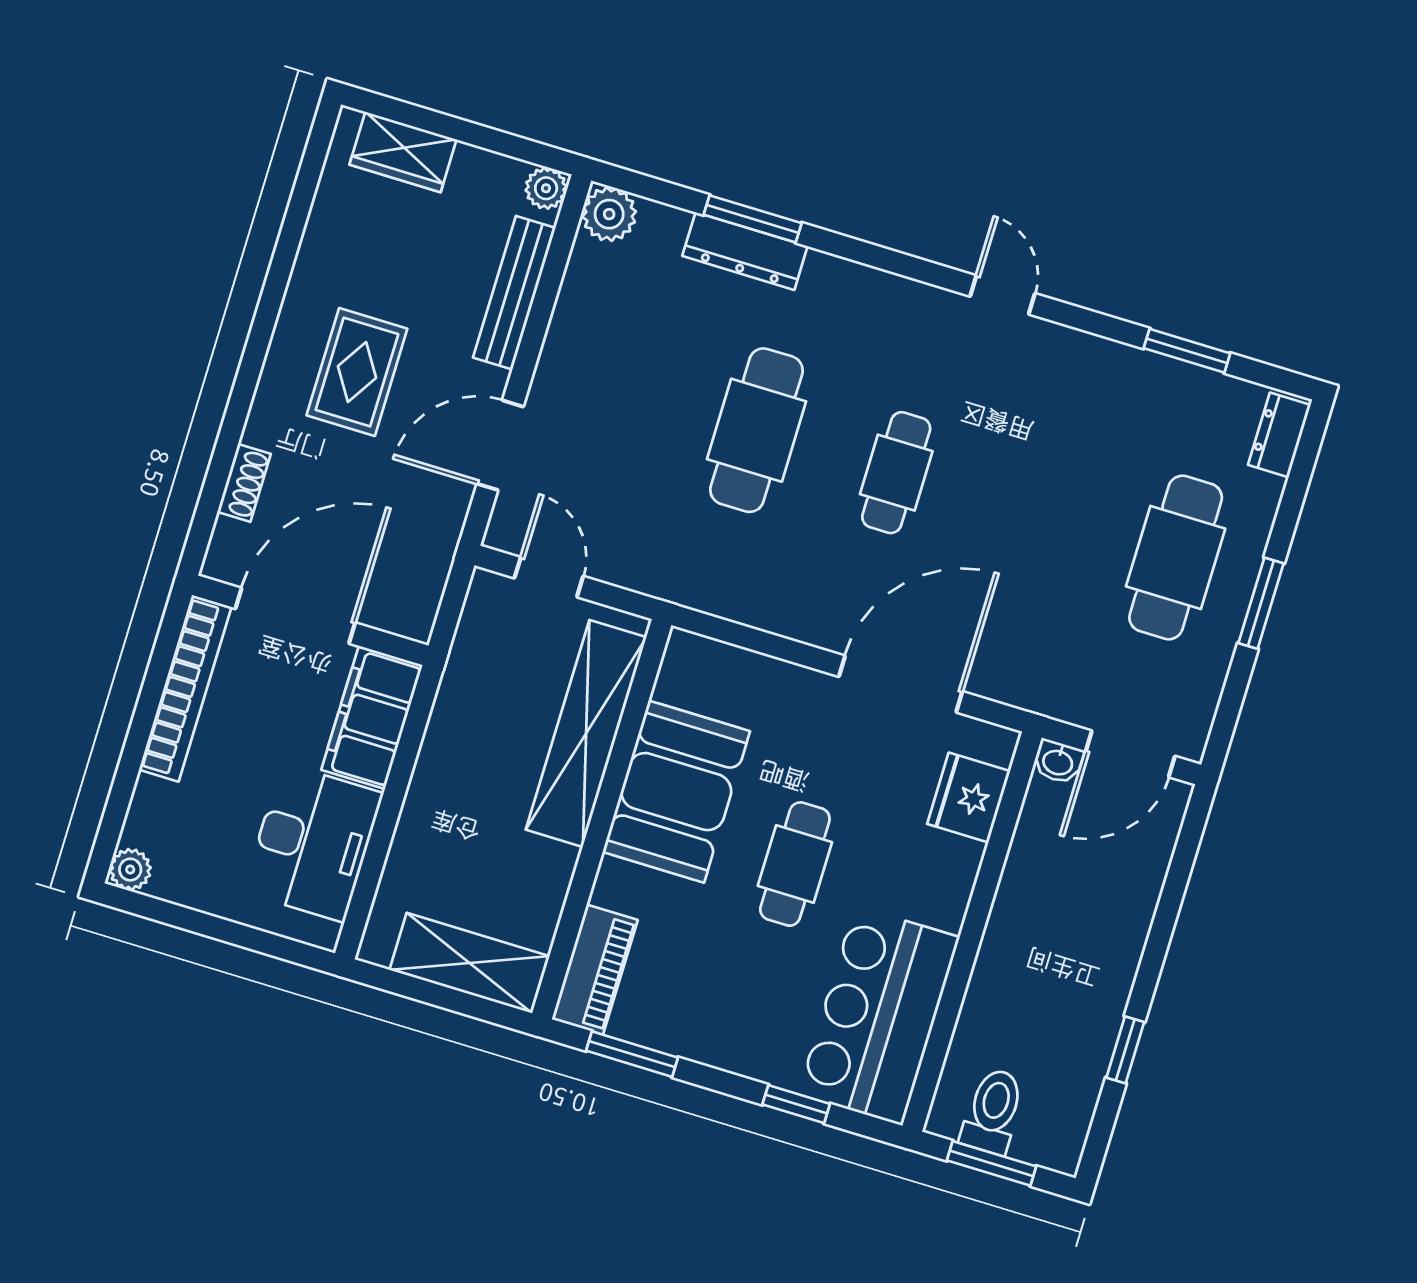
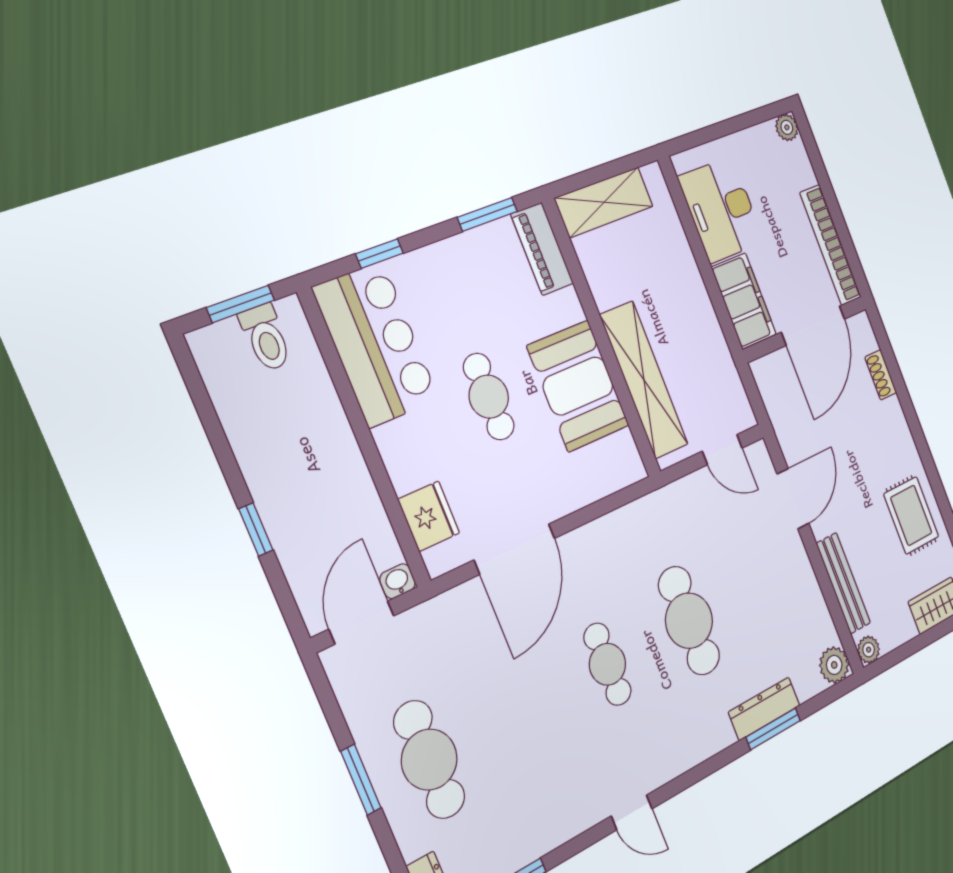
rug: (357, 372) -> (911, 515), moved
window: (1125, 1050) -> (256, 530), moved

